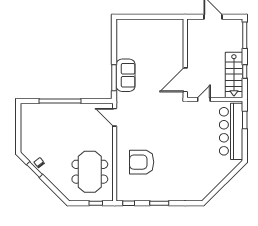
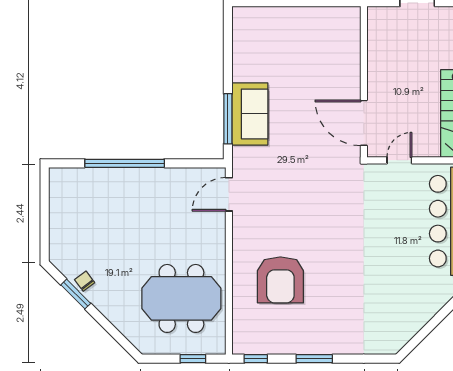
door: (185, 80) -> (364, 123), hinge flipped
door: (115, 117) -> (229, 194), hinge flipped
armchair: (142, 162) -> (280, 280), turned -90
meeting table: (90, 172) -> (181, 298), turned 90

